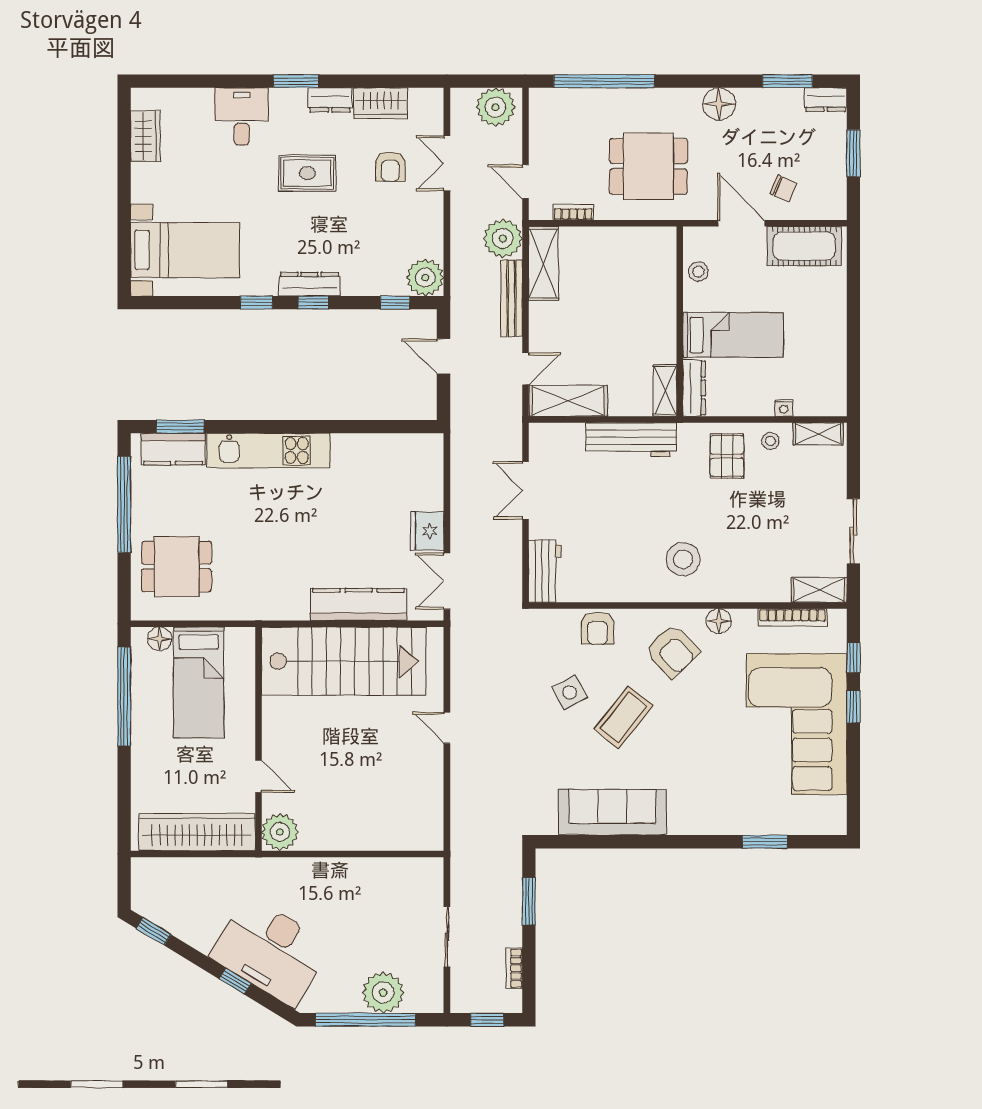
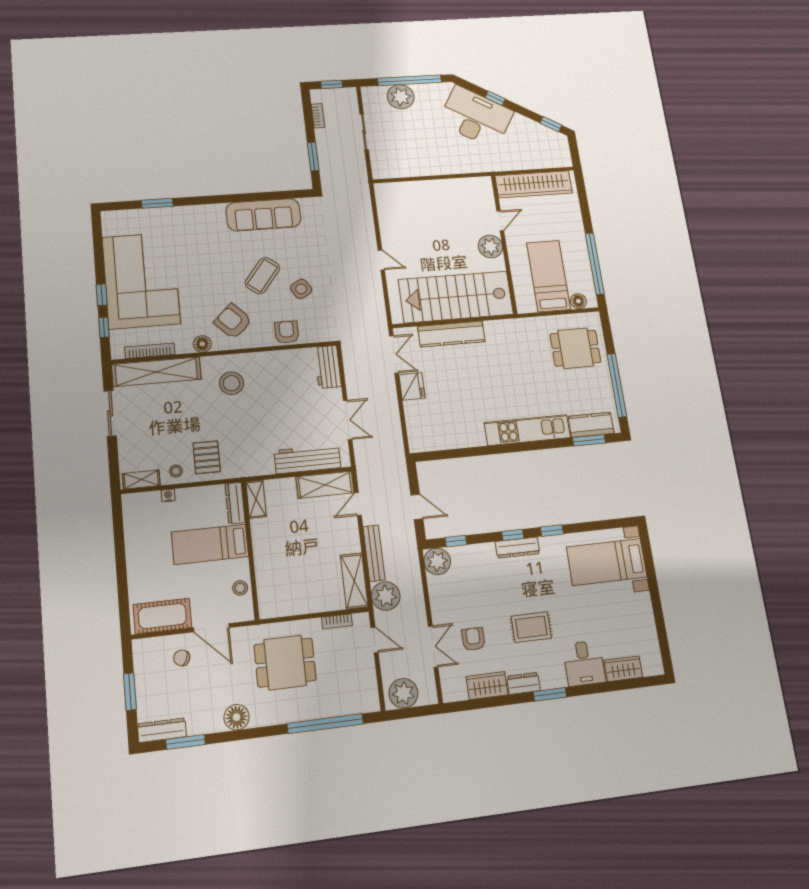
dresser: (826, 100) -> (162, 730), width x1.44
wardrobe: (145, 136) -> (623, 669), moved, turned 90
workbench: (631, 440) -> (307, 459), moved
shelving: (819, 590) -> (156, 372), width x2.20, depth x1.33
door: (258, 776) -> (500, 221), swing flipped
plant: (280, 832) -> (490, 247), moved

